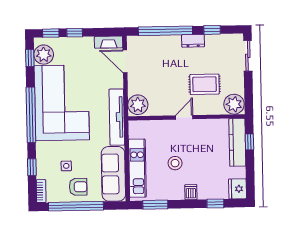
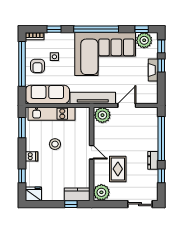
fireplace: (109, 42) -> (153, 70), moved
door: (125, 61) -> (127, 105), moved
kitchen counter: (237, 142) -> (77, 194), width x0.67

